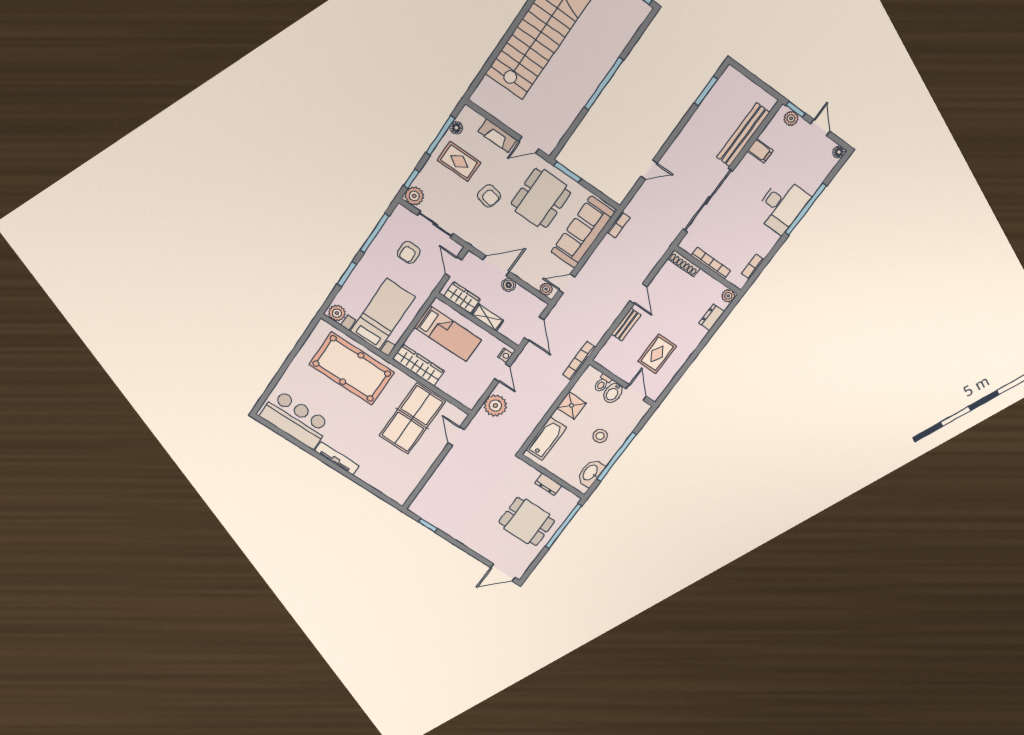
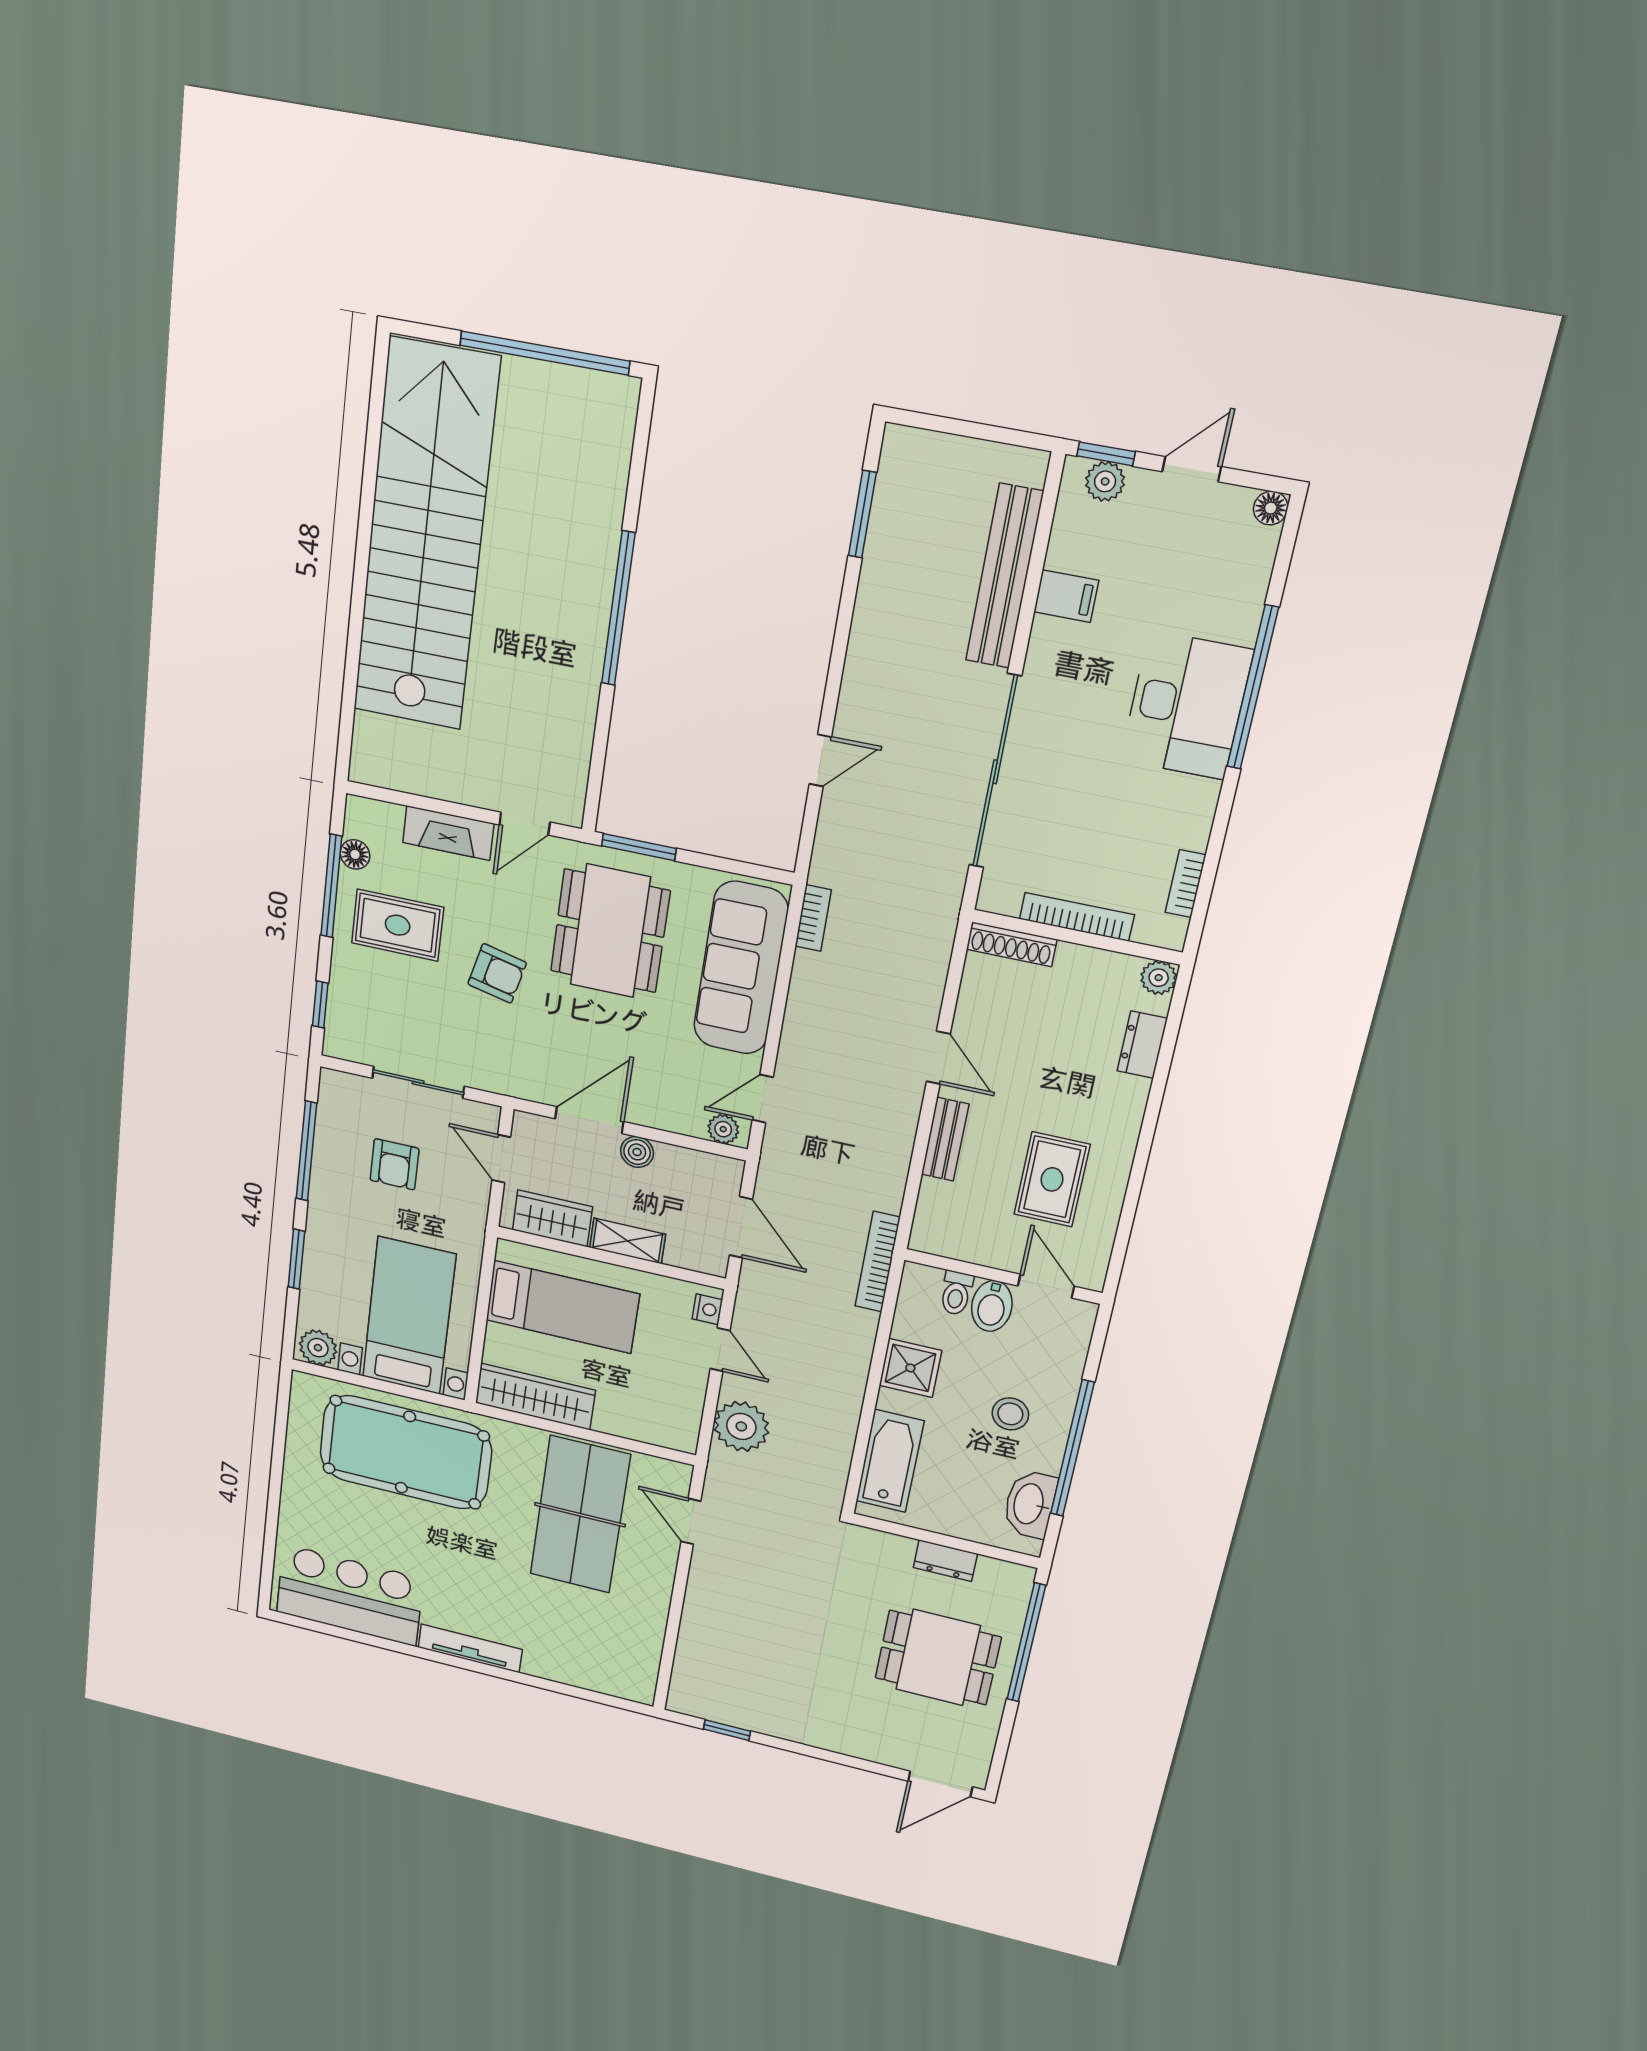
door: (820, 128) -> (1192, 469), hinge flipped
plant: (414, 196) -> (345, 1039), removed

